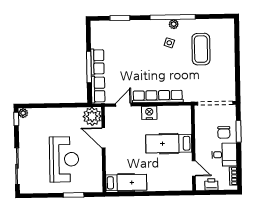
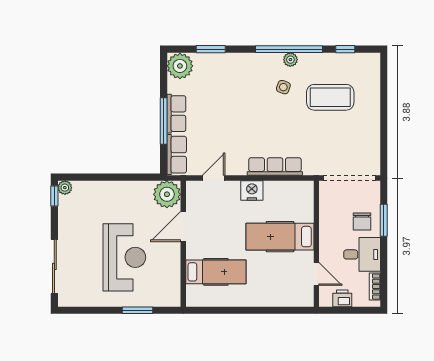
window: (211, 16) -> (345, 49), added
plant: (99, 30) -> (180, 66), added
coffee table: (201, 49) -> (330, 97), turned 90
row of seats: (158, 97) -> (275, 167), width x0.73
door: (103, 138) -> (183, 226), hinge flipped
hospital bed: (126, 183) -> (216, 272), moved

